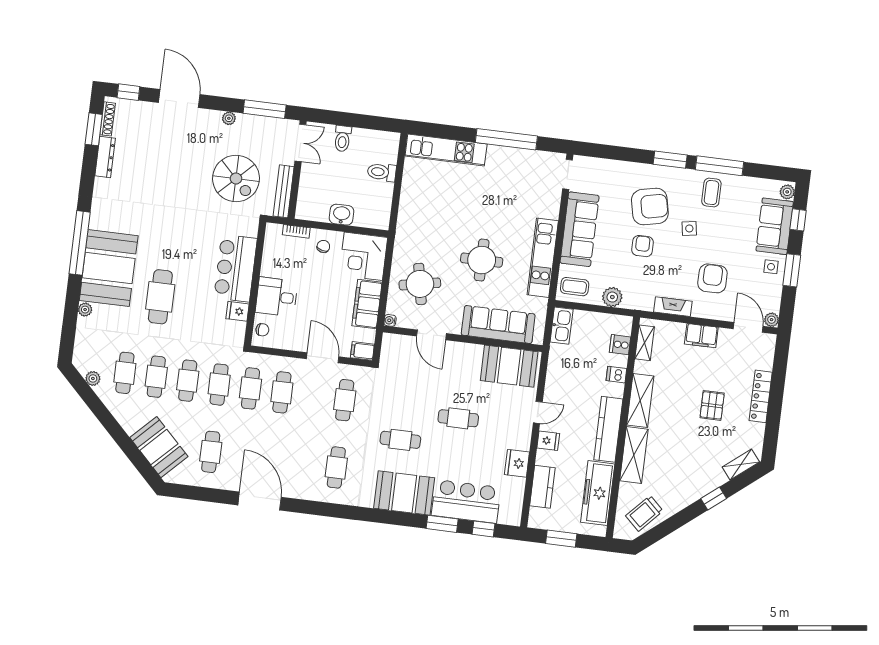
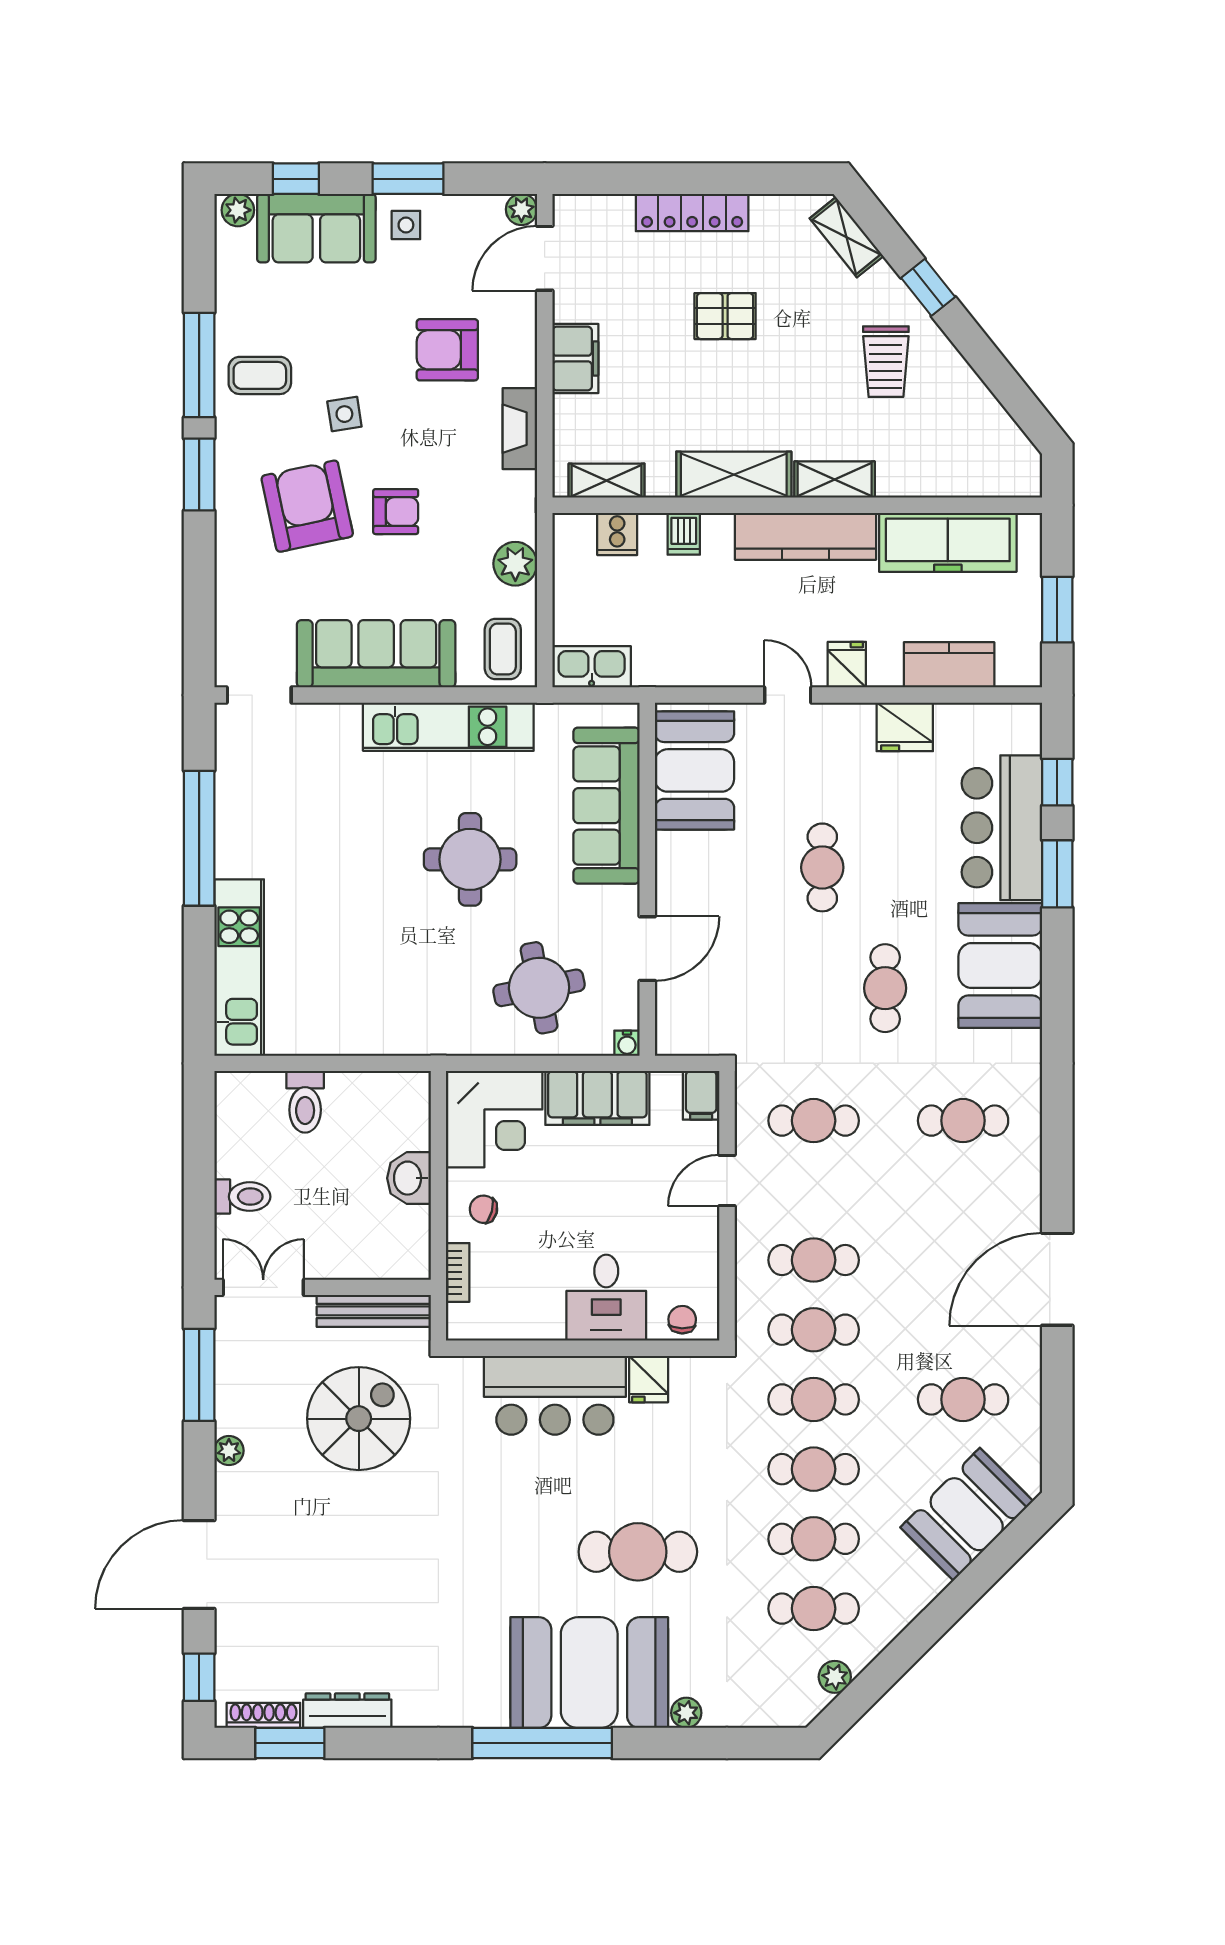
armchair: (642, 246) -> (396, 512), turned 180
door: (323, 358) -> (727, 1180), width x0.73
shelving: (634, 455) -> (835, 480), width x0.67, depth x0.75
trolley: (644, 513) -> (886, 362), moved, turned 47

